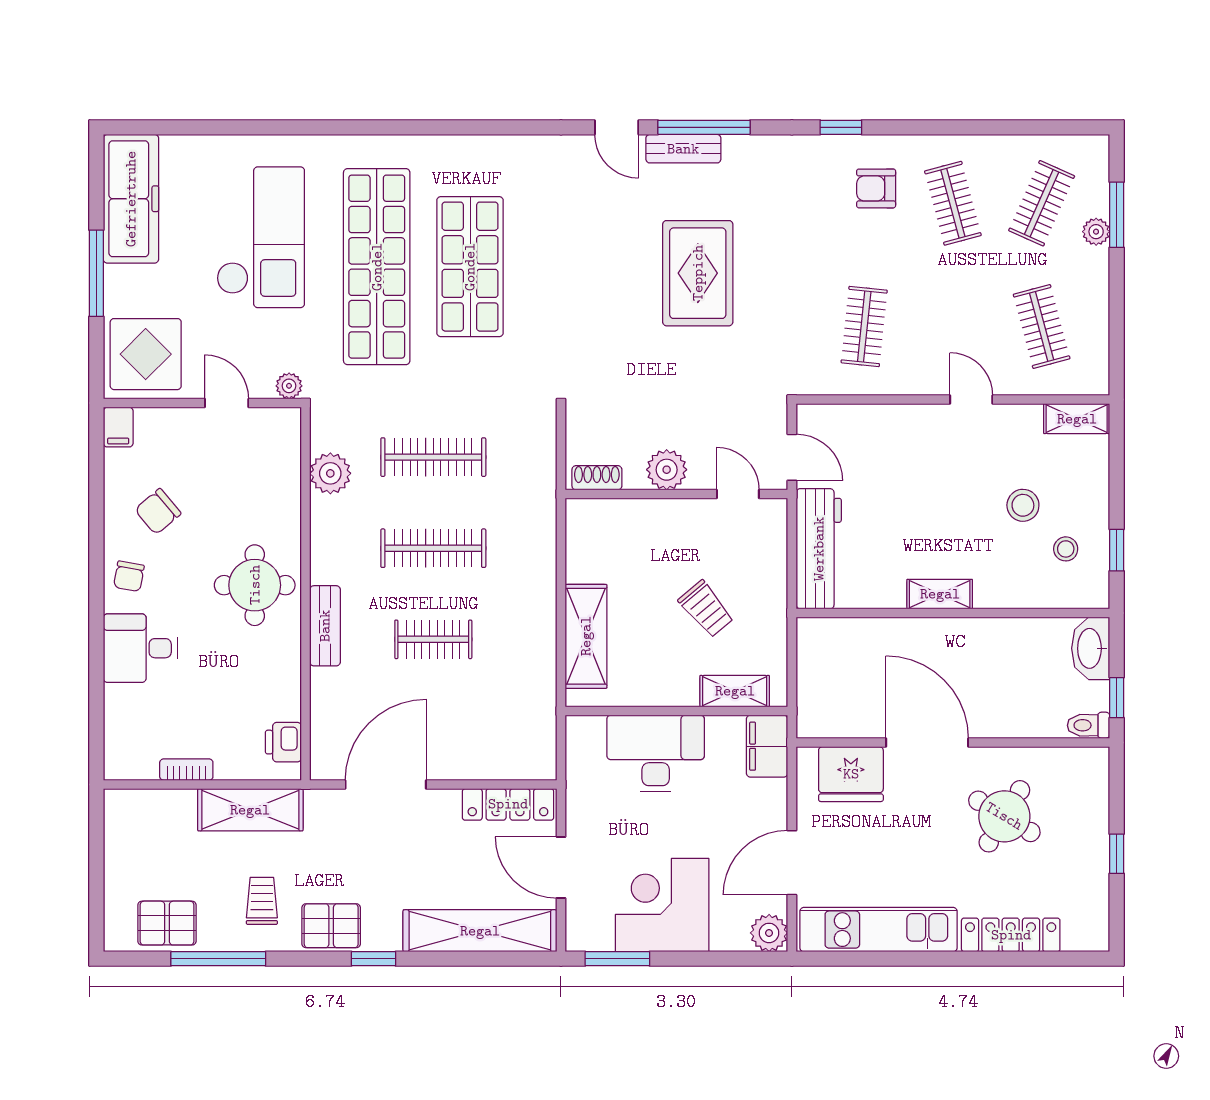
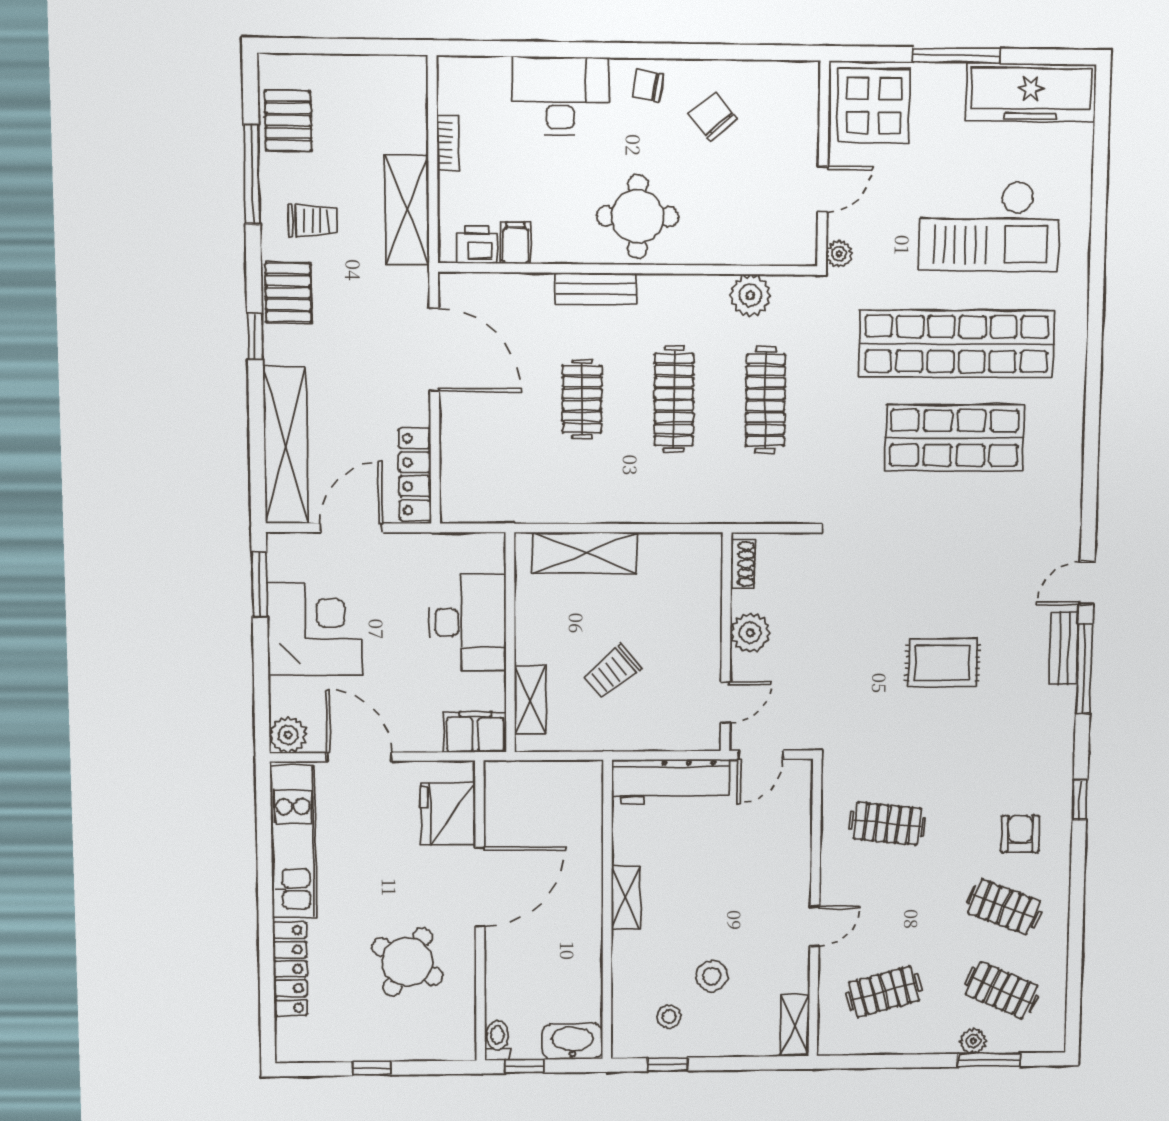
clothes rail: (953, 203) -> (1004, 907), turned 36
rug: (698, 273) -> (943, 663), width x0.73, depth x0.70
filing cabinet: (118, 427) -> (515, 243), moved, turned 90
desk: (140, 648) -> (560, 96), width x1.37

